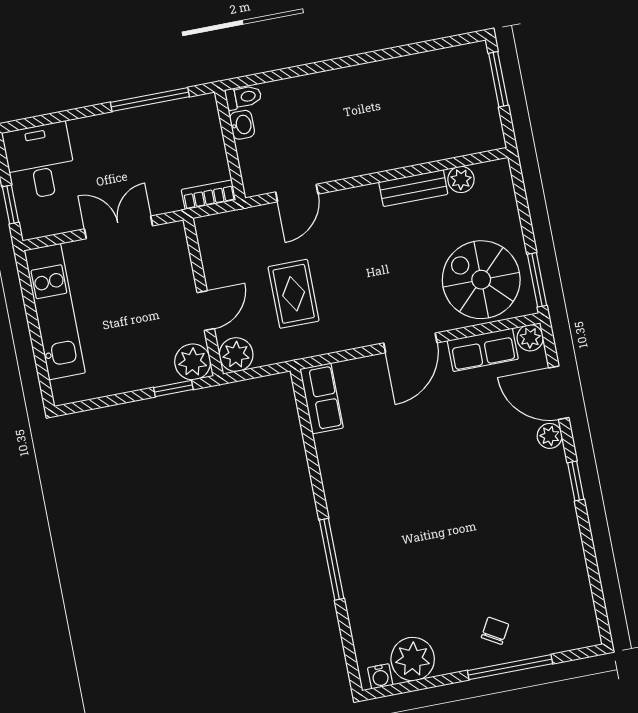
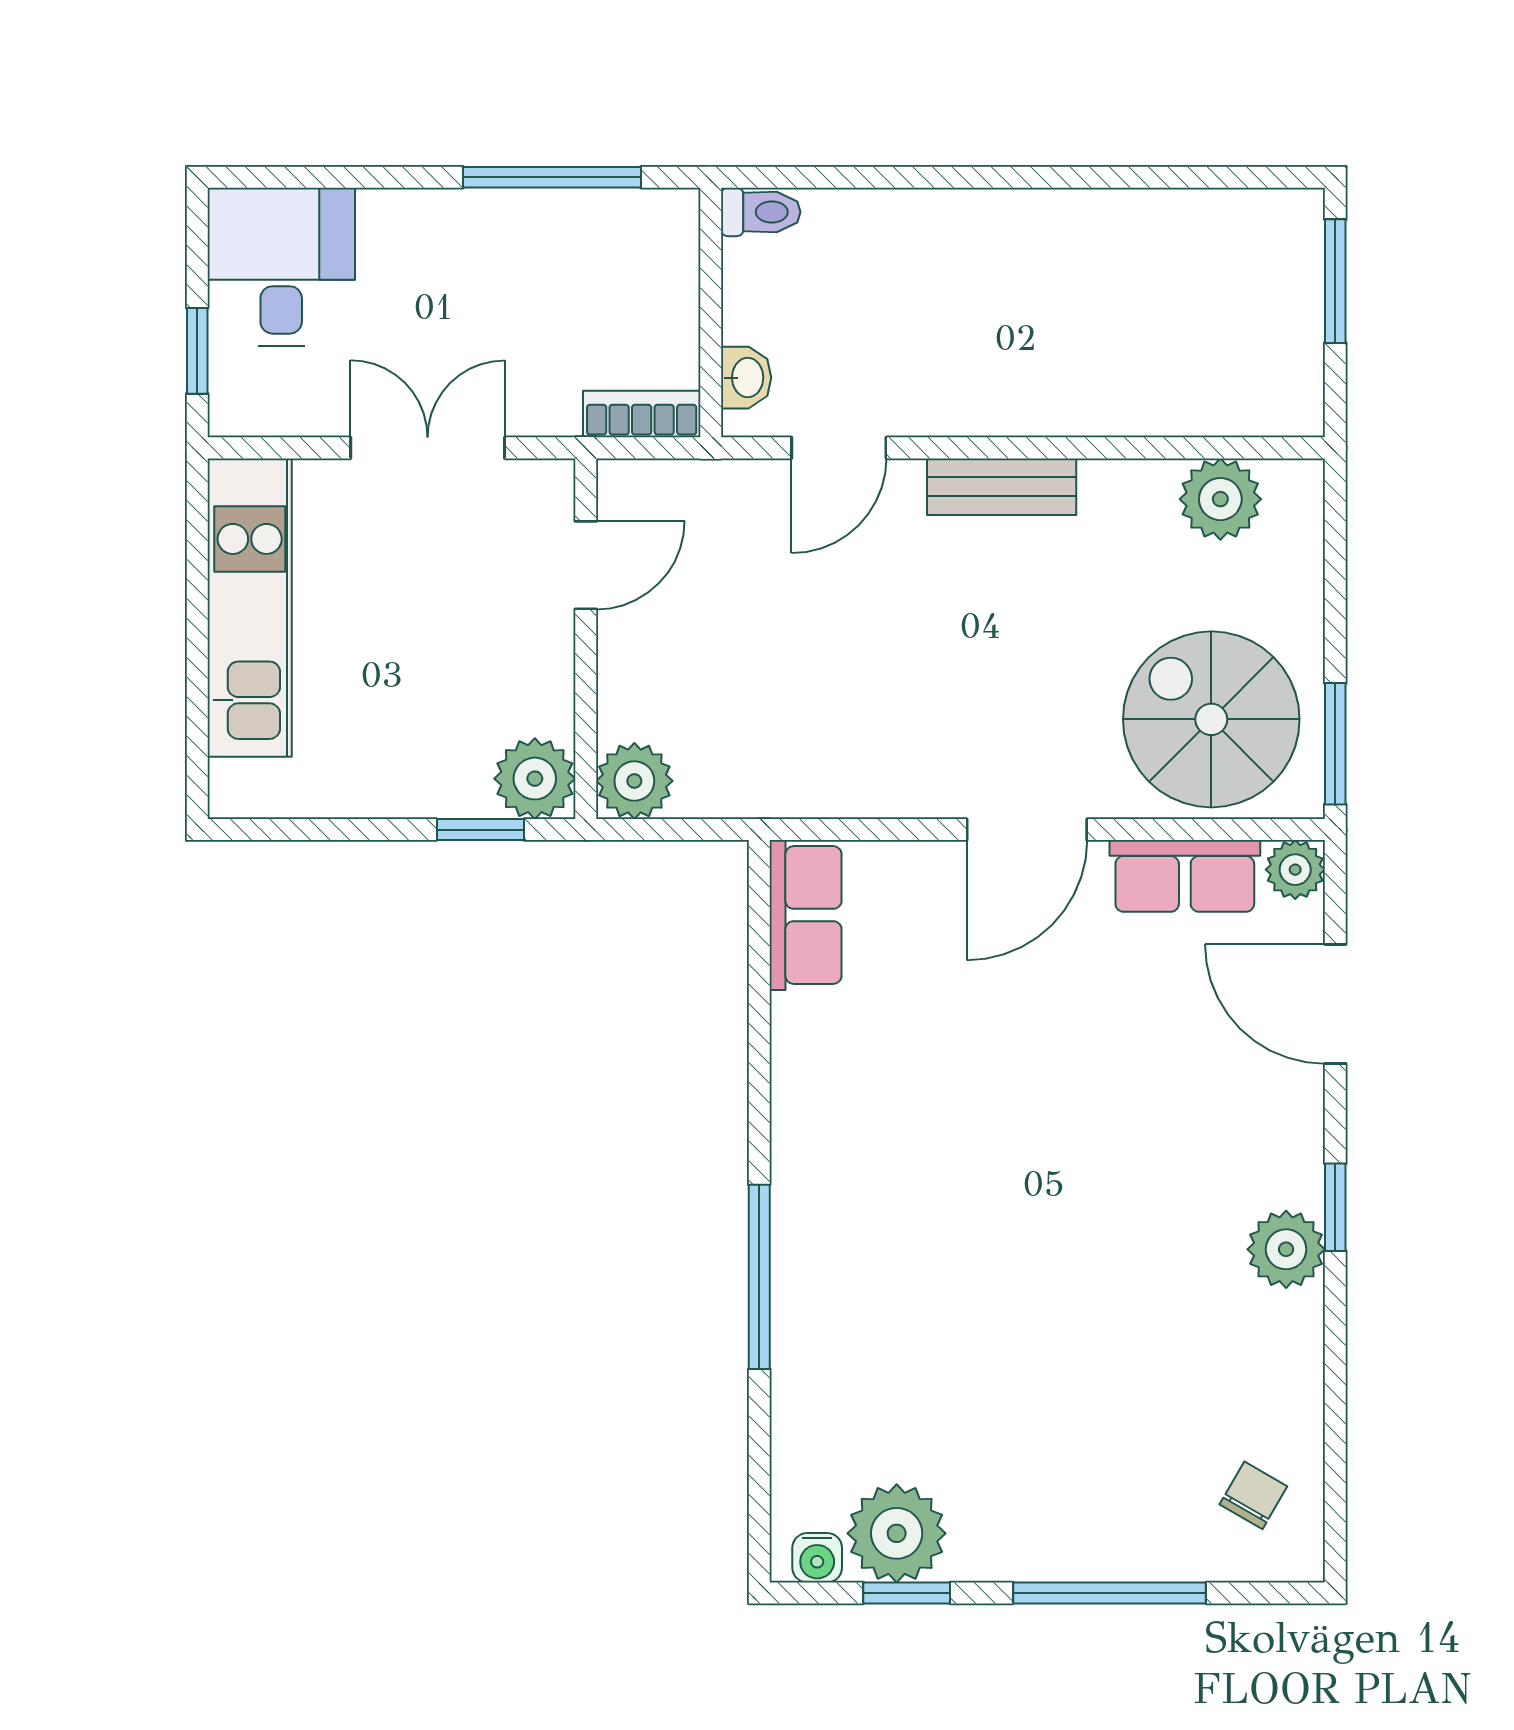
washbasin: (242, 125) -> (746, 378), moved
plant: (461, 179) -> (1220, 499), width x1.38, depth x1.38
bench: (413, 188) -> (1002, 487), moved
rug: (294, 294) -> (788, 671), removed
door: (206, 311) -> (586, 565), moved
plant: (550, 436) -> (1286, 1249), moved, width x1.38, depth x1.38
chair: (495, 631) -> (1253, 1495), moved
window: (422, 684) -> (907, 1593), added

